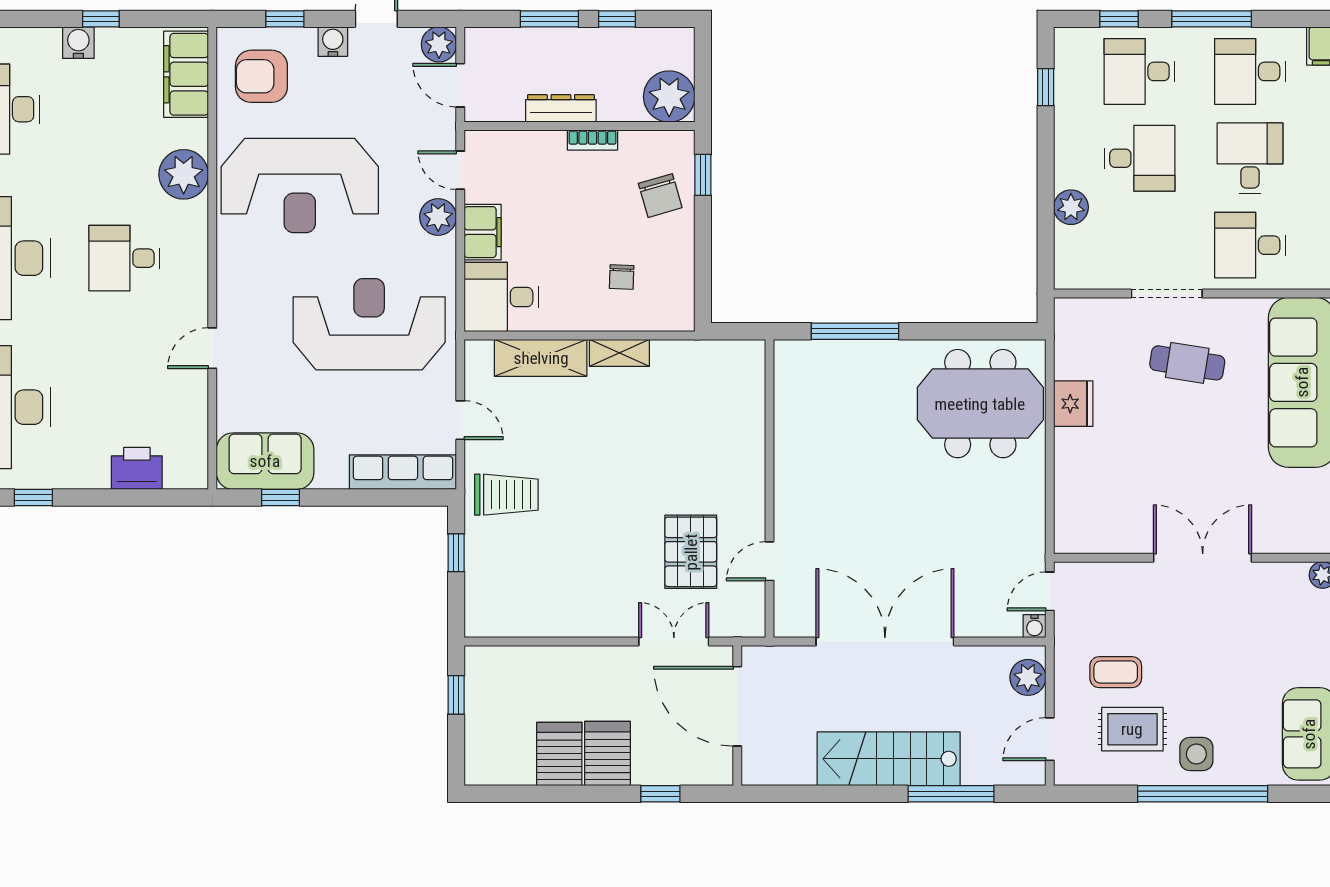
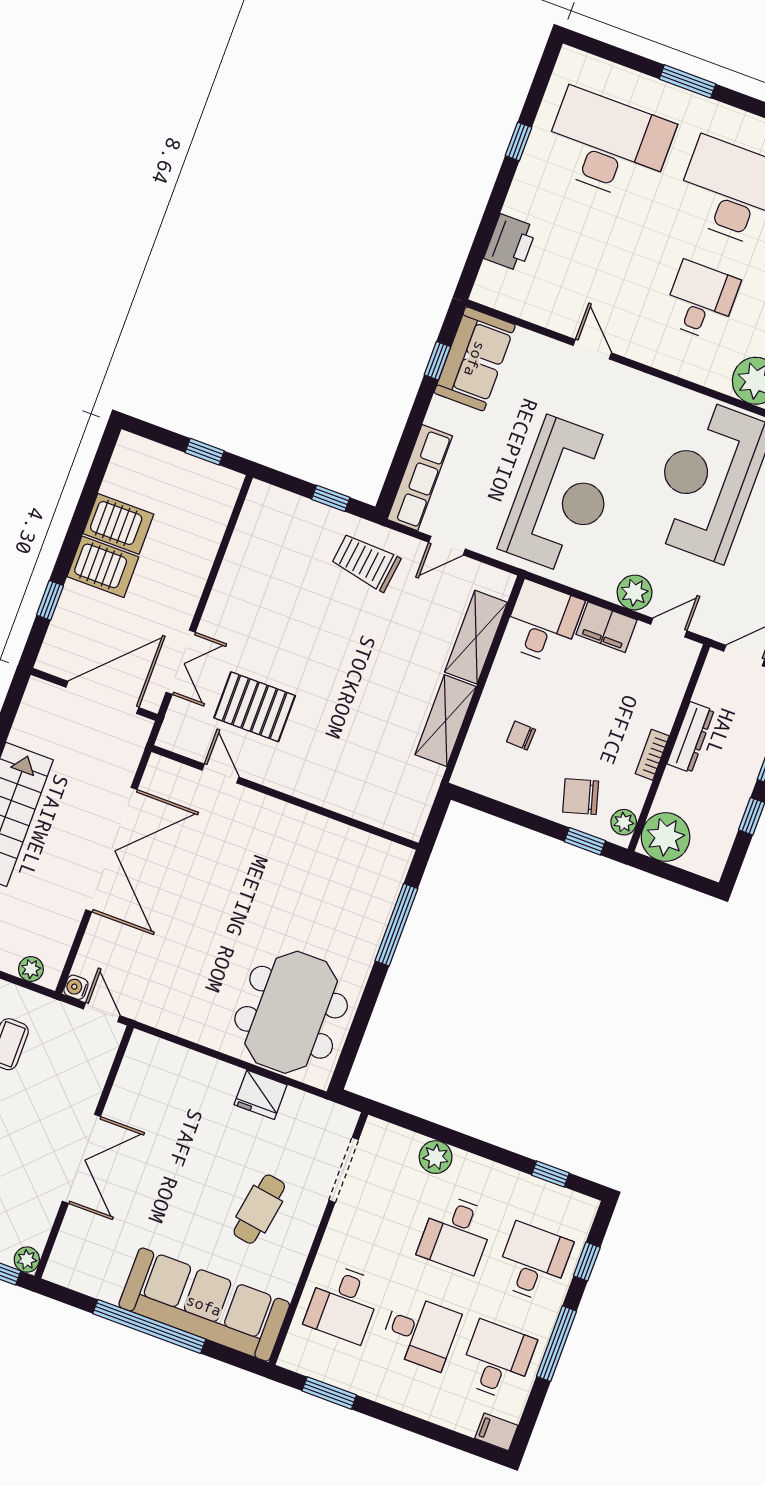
plant: (670, 143) -> (624, 822), added
desk: (1250, 245) -> (343, 1303), turned 180
doorway: (1167, 294) -> (344, 1170), moved
shelving: (619, 353) -> (446, 721), width x1.50, depth x1.33
trolley: (506, 495) -> (366, 562), turned 97
plant: (1028, 677) -> (31, 969), width x0.73, depth x0.73

